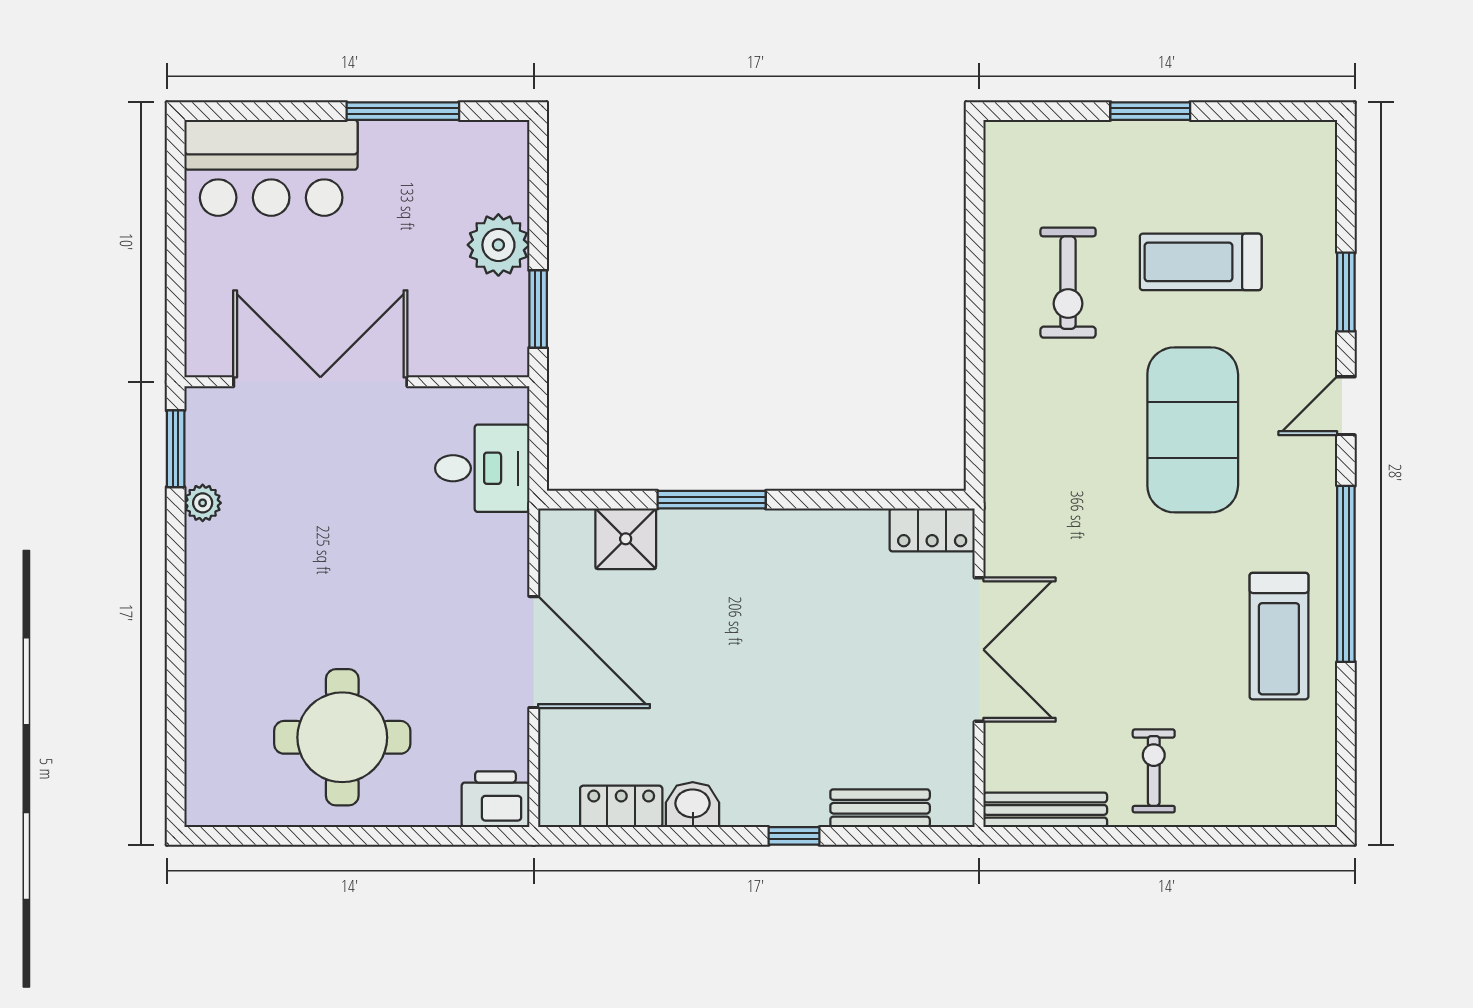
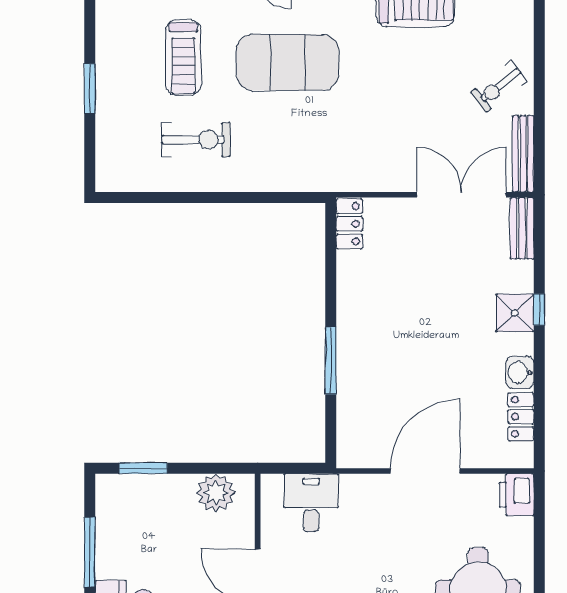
plant: (498, 245) -> (216, 493), moved
window: (538, 309) -> (143, 468), moved
shower: (626, 539) -> (515, 313), moved
double door: (979, 650) -> (461, 195), moved
exercise bike: (1154, 771) -> (499, 86), turned -38
bench: (880, 808) -> (522, 228), moved

